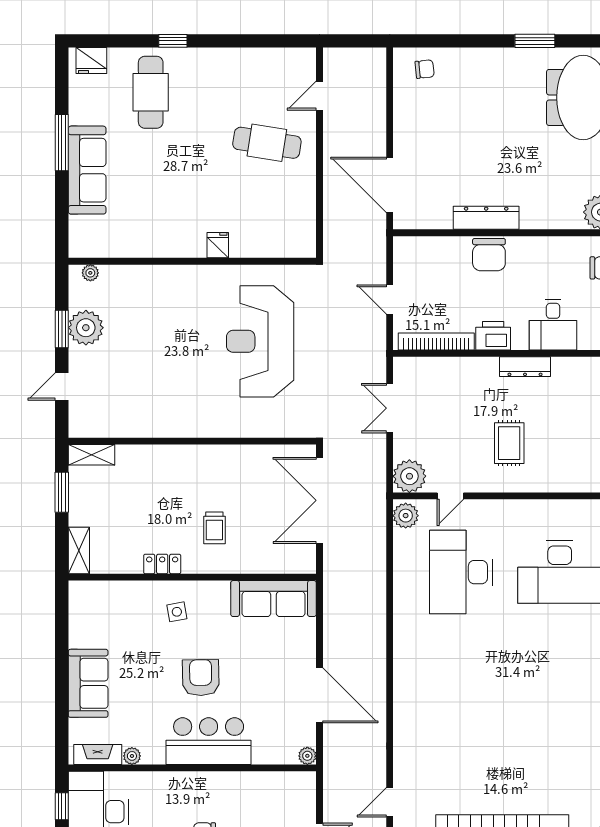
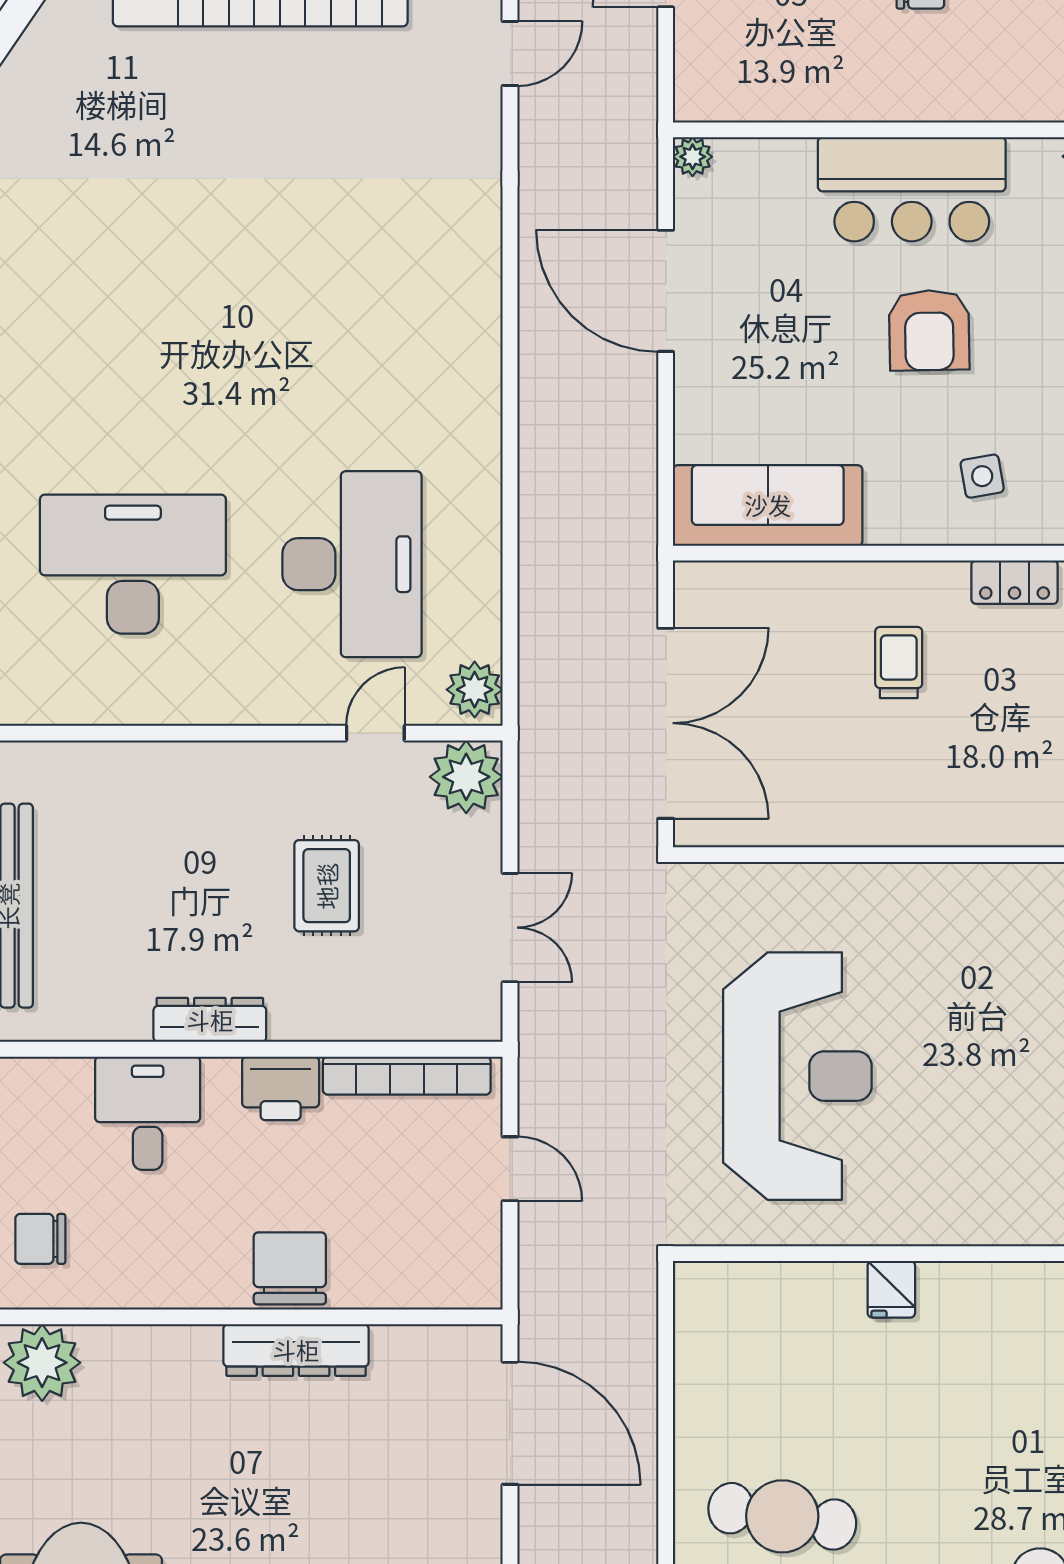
rug: (509, 443) -> (327, 886), moved

